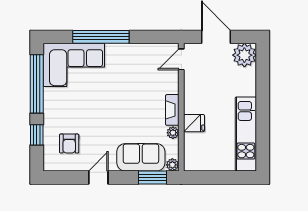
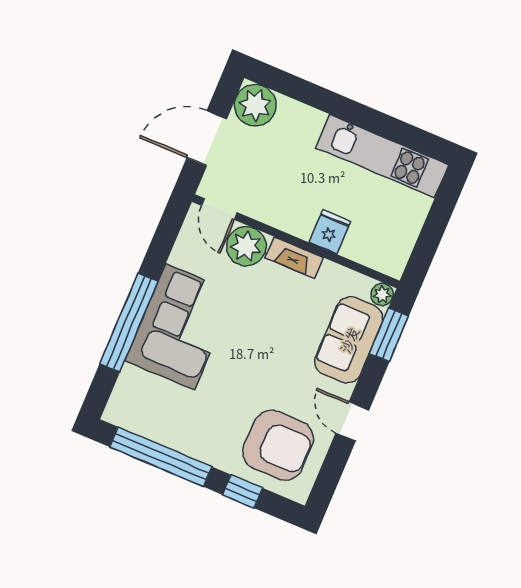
corner sofa: (74, 65) -> (180, 327), moved
plant: (173, 133) -> (246, 246), moved, width x1.87, depth x1.87
armchair: (69, 144) -> (278, 445), width x1.88, depth x1.88

